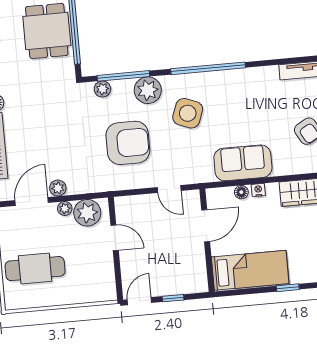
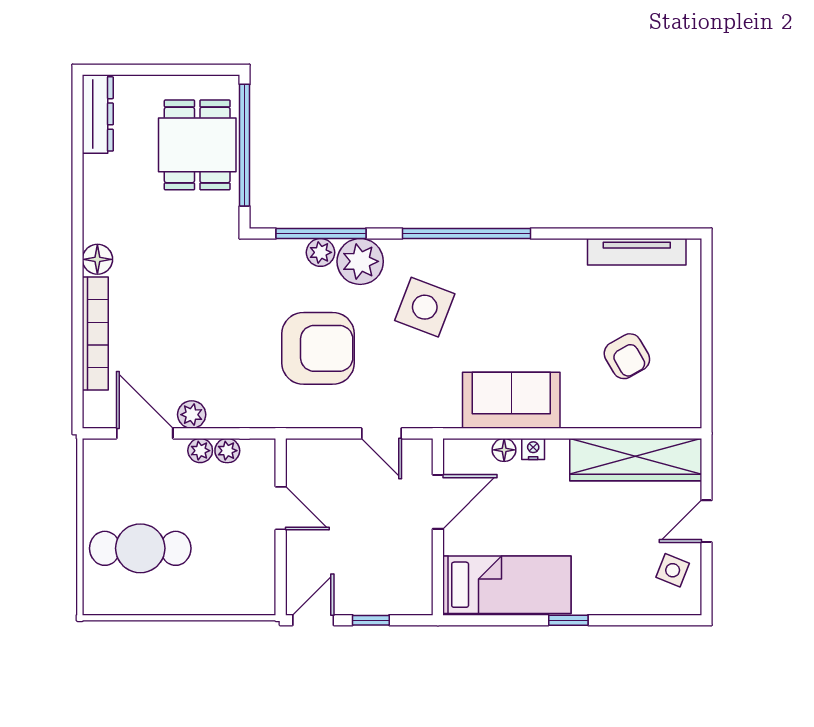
plant: (102, 89) -> (320, 252), moved
door: (32, 202) -> (145, 433), hinge flipped
plant: (87, 213) -> (227, 451), width x0.53, depth x0.53

